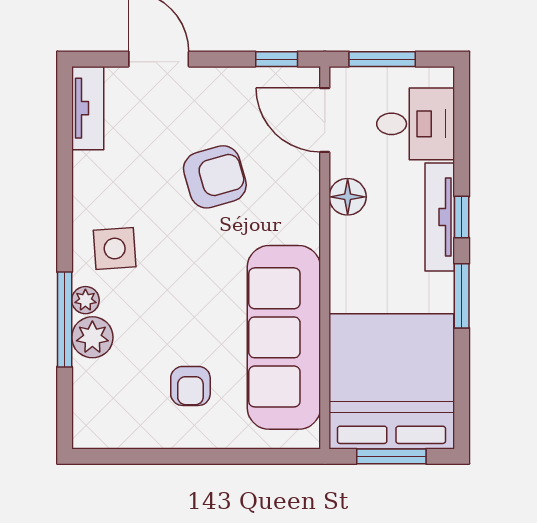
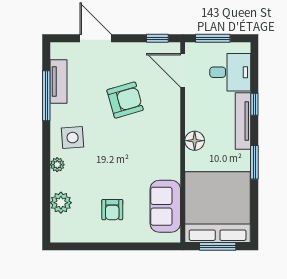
tv unit: (88, 108) -> (58, 81), moved
floor lamp: (348, 197) -> (195, 141), moved
window: (462, 217) -> (254, 104), moved
window: (65, 319) -> (46, 96), moved
plant: (92, 337) -> (61, 203), moved
sofa: (284, 337) -> (165, 206), width x0.54, depth x0.79

